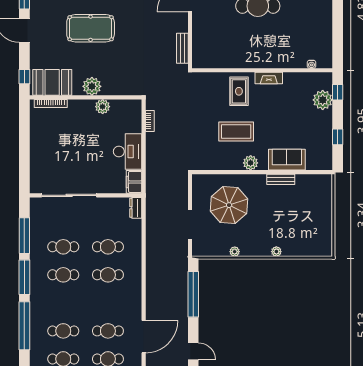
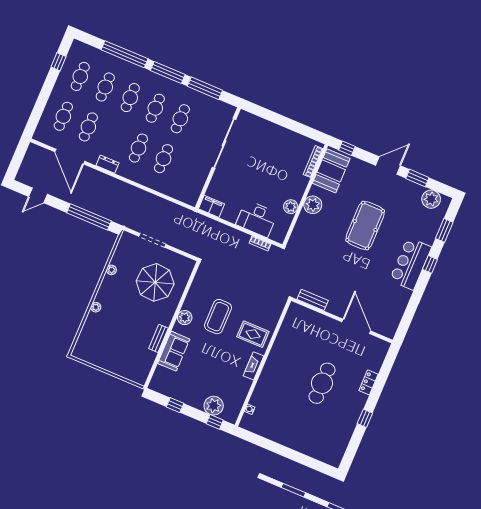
desk: (128, 152) -> (257, 219), moved
dresser: (136, 208) -> (107, 164), moved
cafe table: (63, 303) -> (130, 98), added

